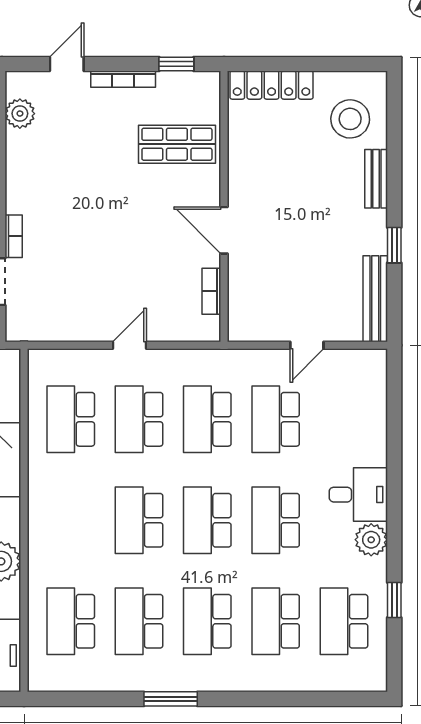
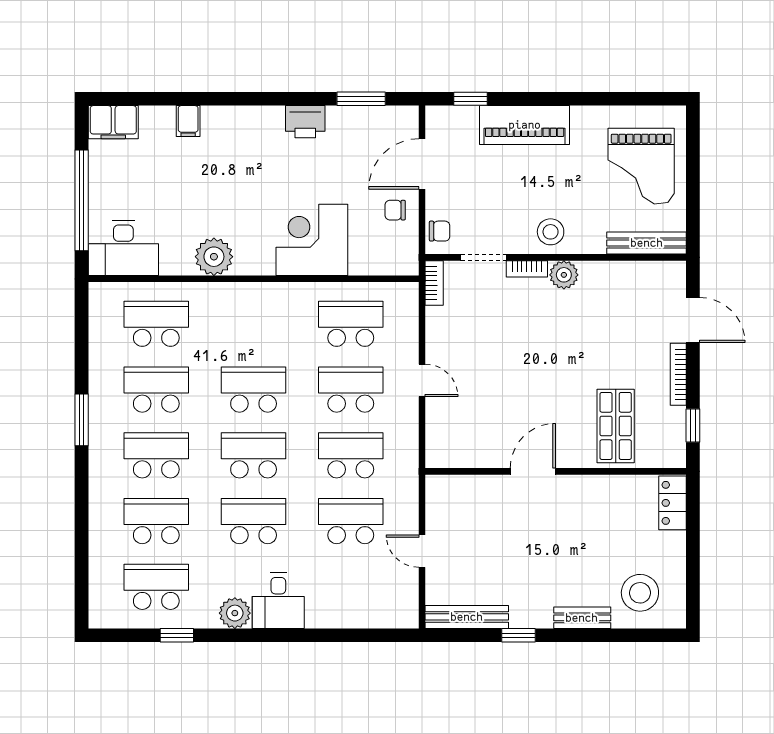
door: (67, 64) -> (693, 320), width x1.38
locker: (272, 85) -> (673, 503), width x0.66
plant: (20, 114) -> (564, 275), moved
bookcase: (211, 291) -> (434, 283), moved, turned 90

